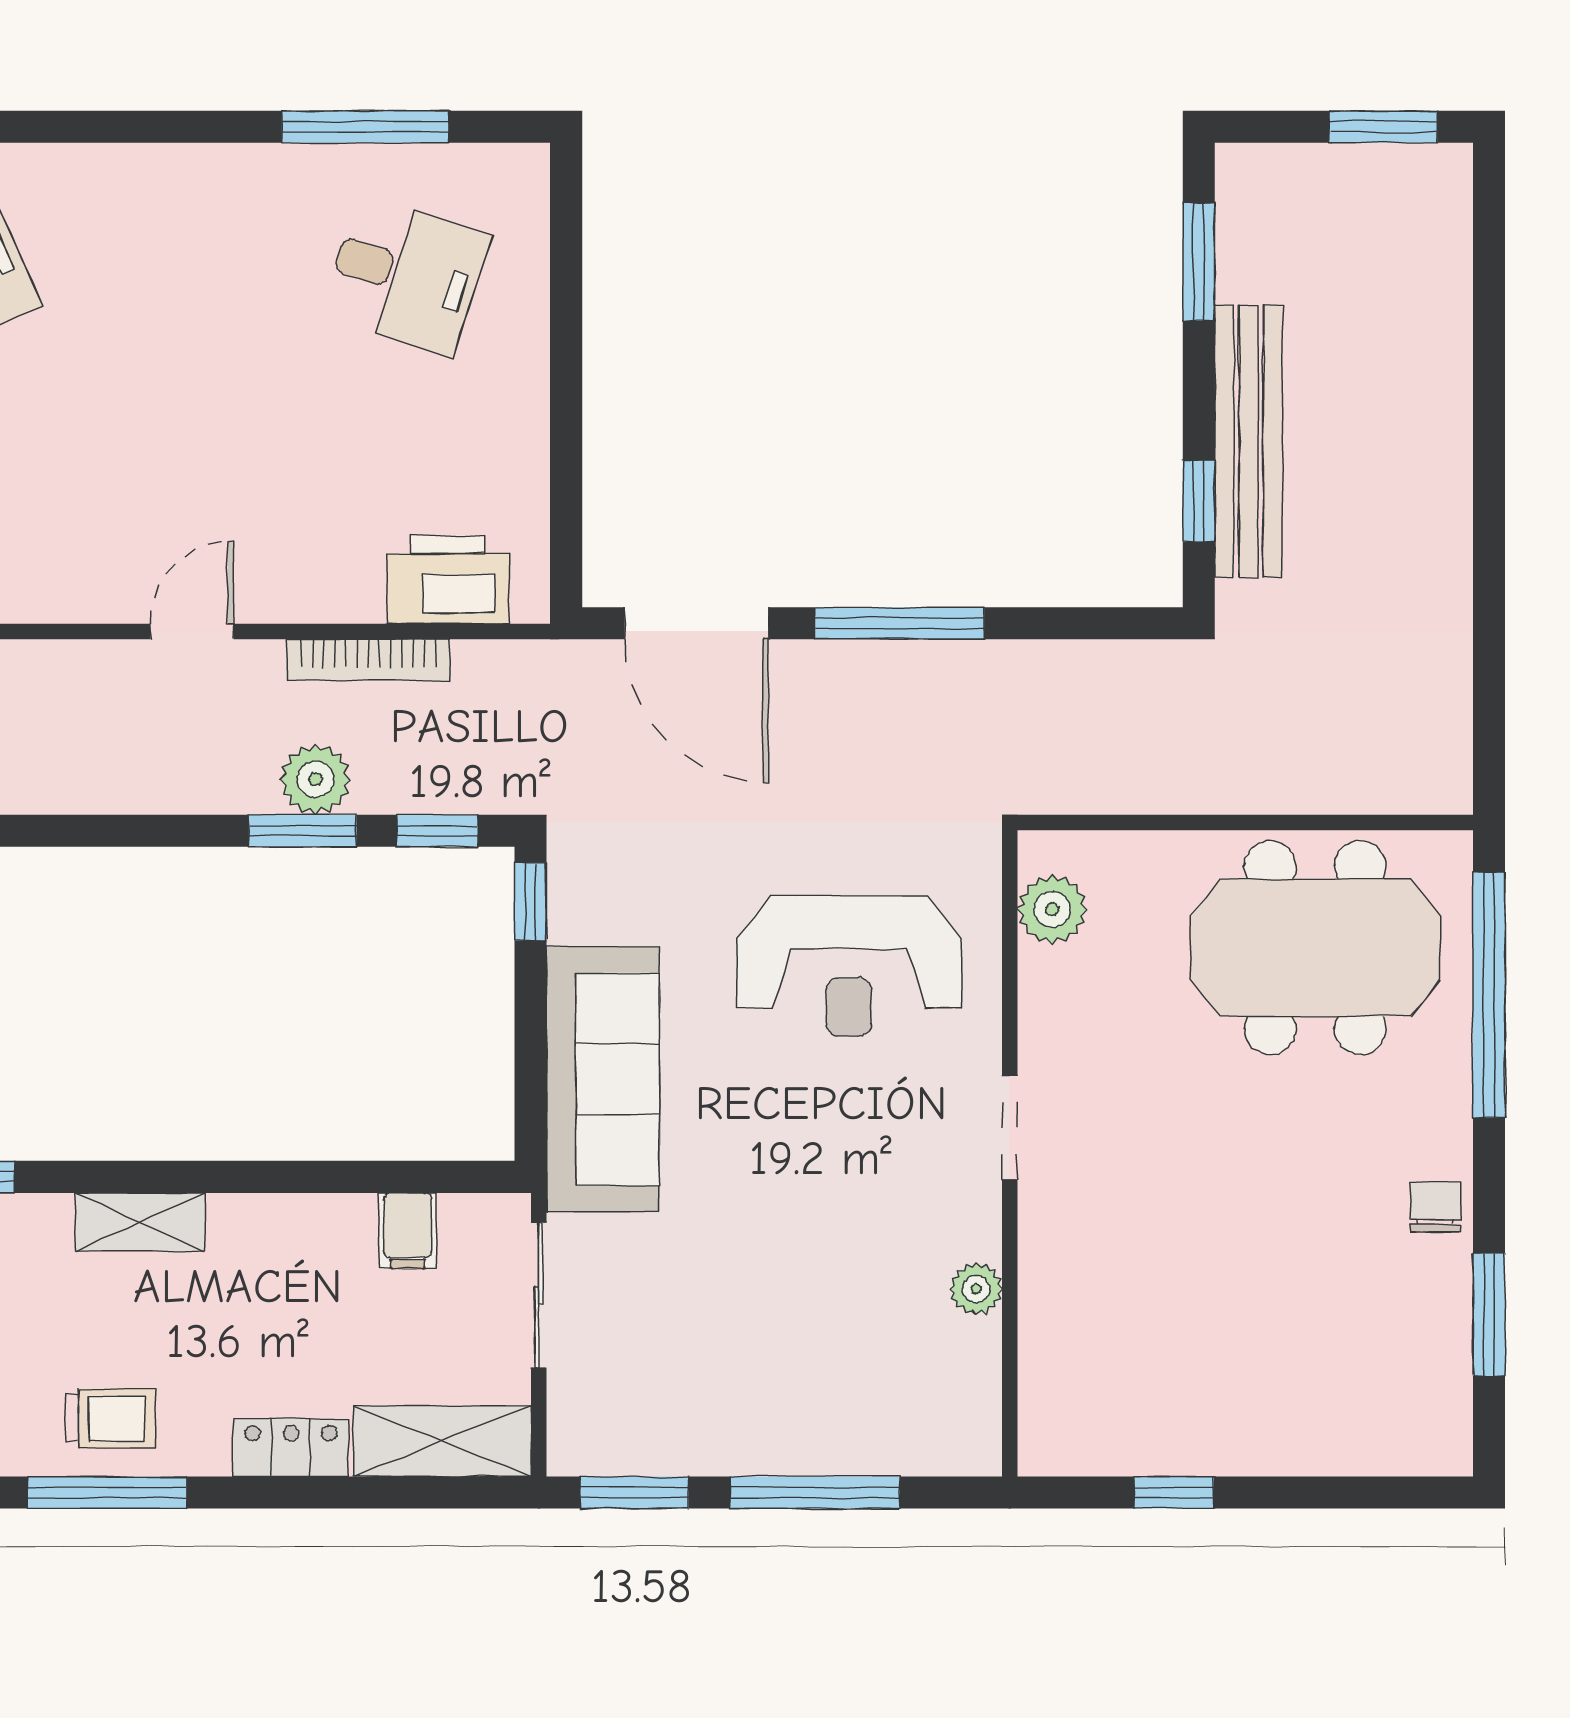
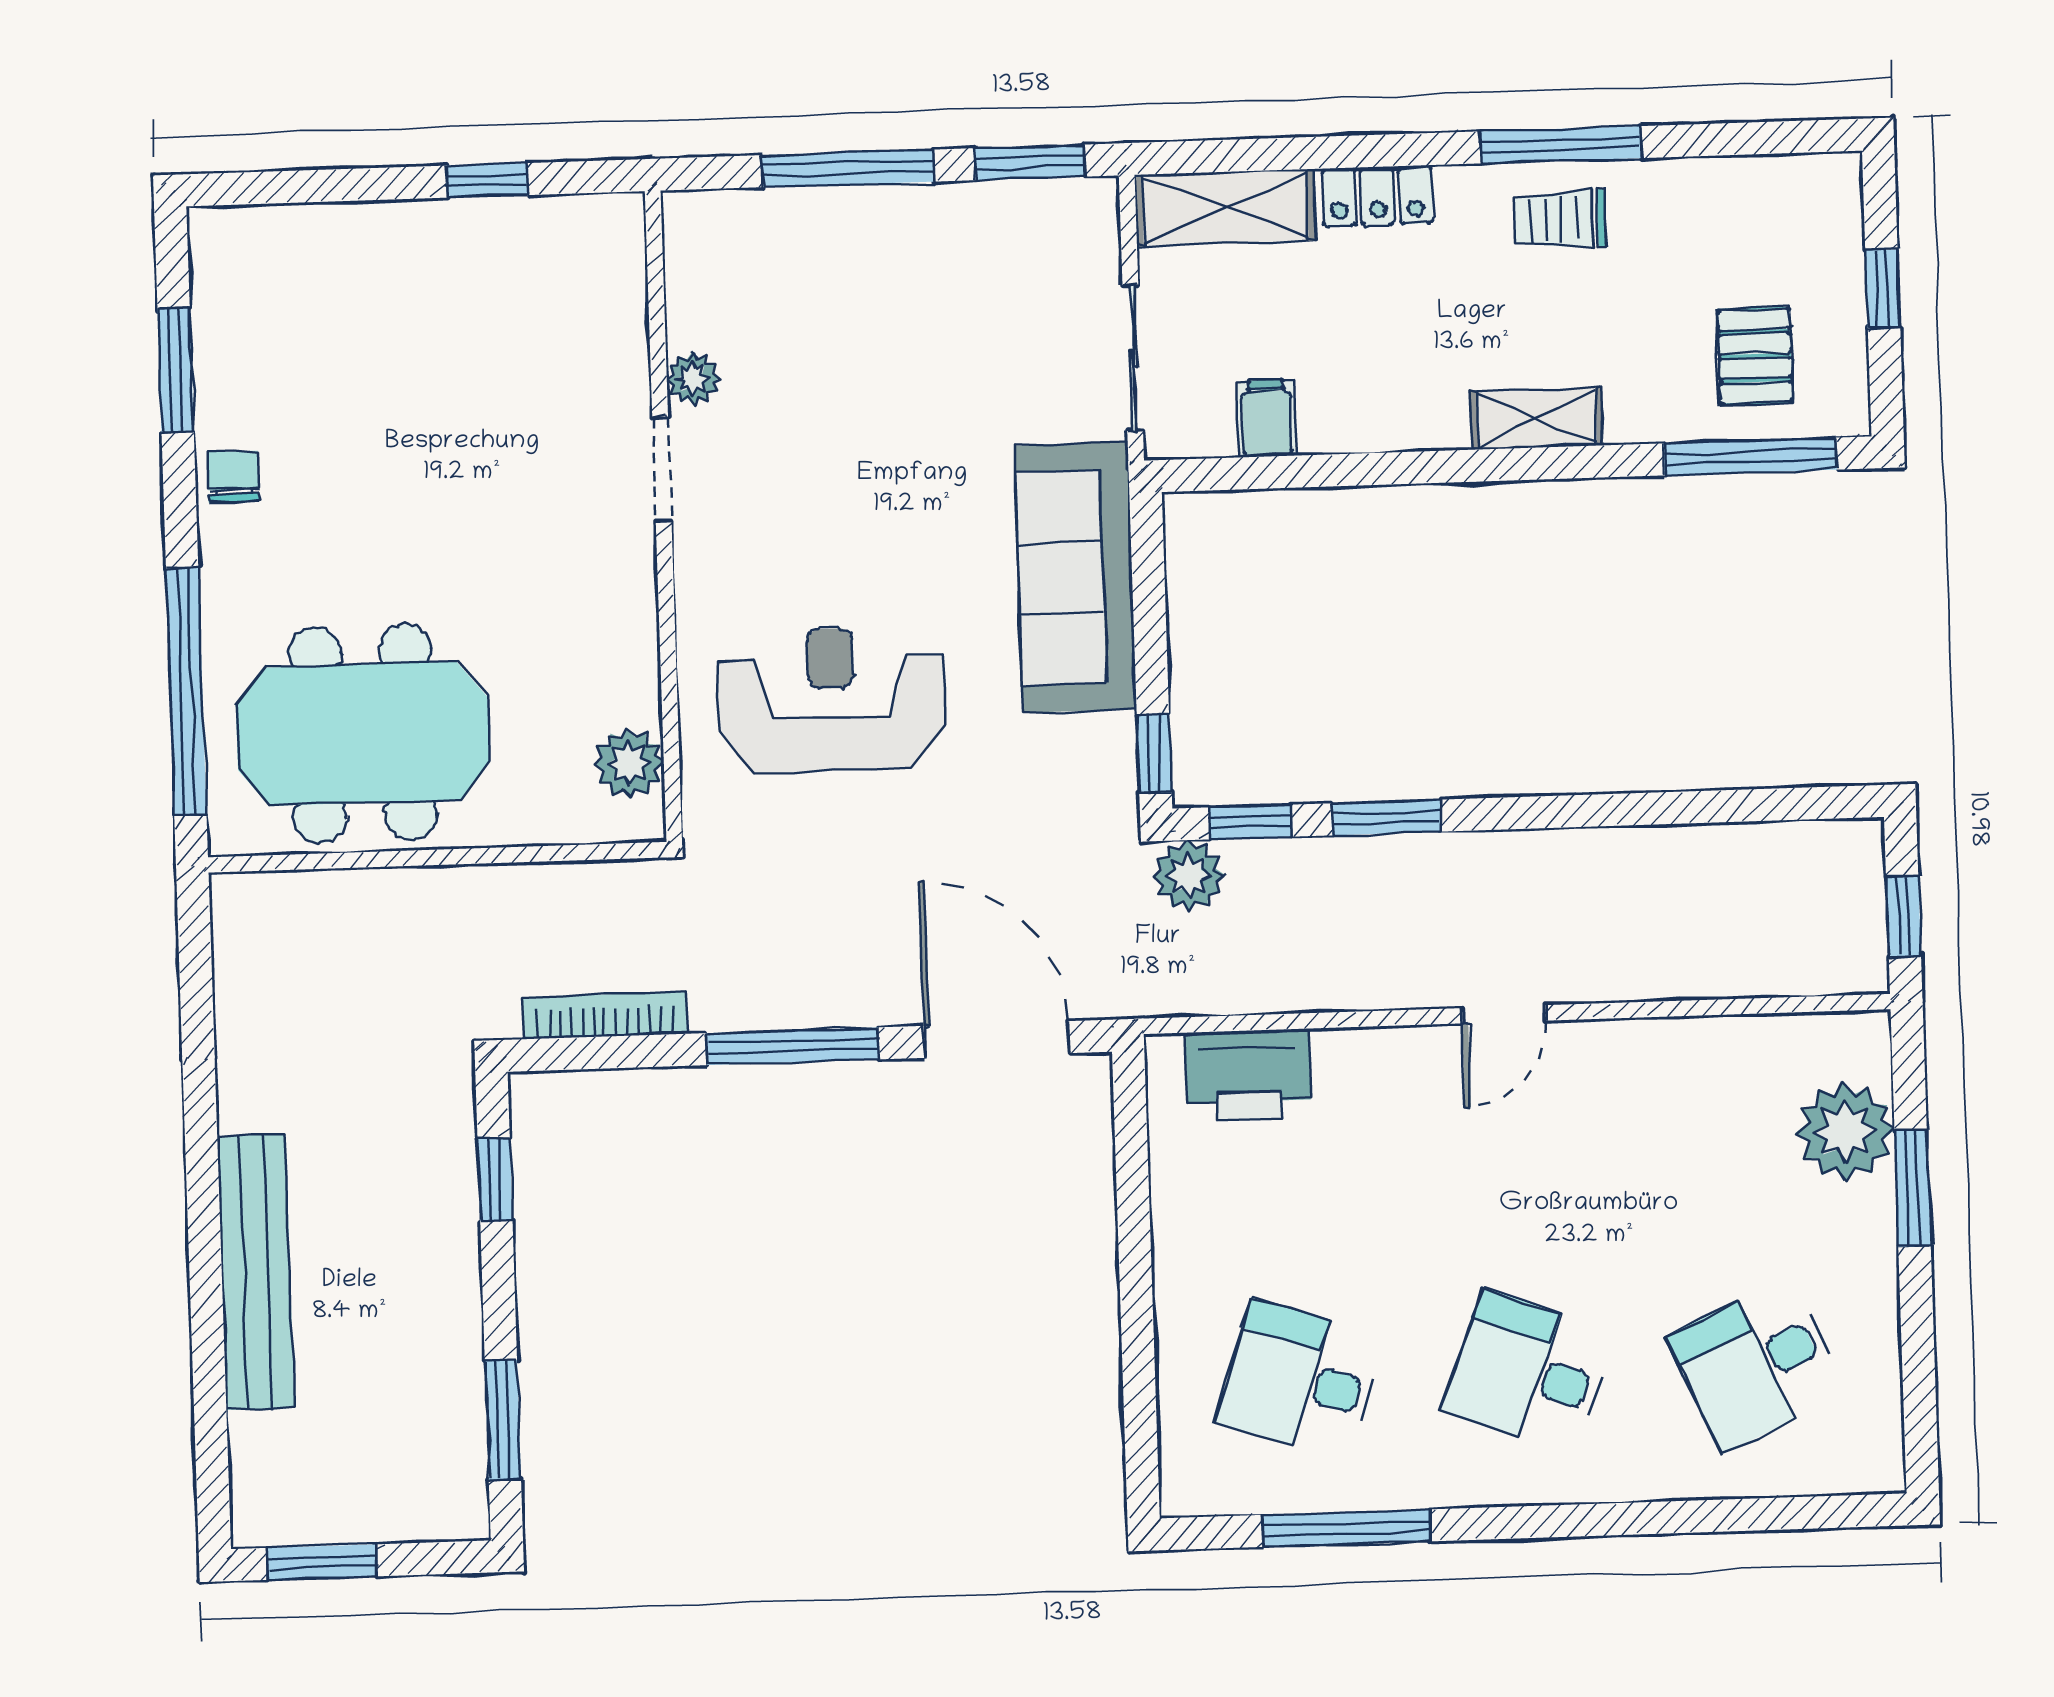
desk: (179, 275) -> (1529, 1372), added
bench: (1249, 441) -> (256, 1272), moved
bookcase: (368, 660) -> (605, 1015), moved
plant: (315, 780) -> (1189, 876), moved
doorway: (1010, 1128) -> (662, 469), moved
chair: (1435, 1207) -> (233, 477), turned 180

